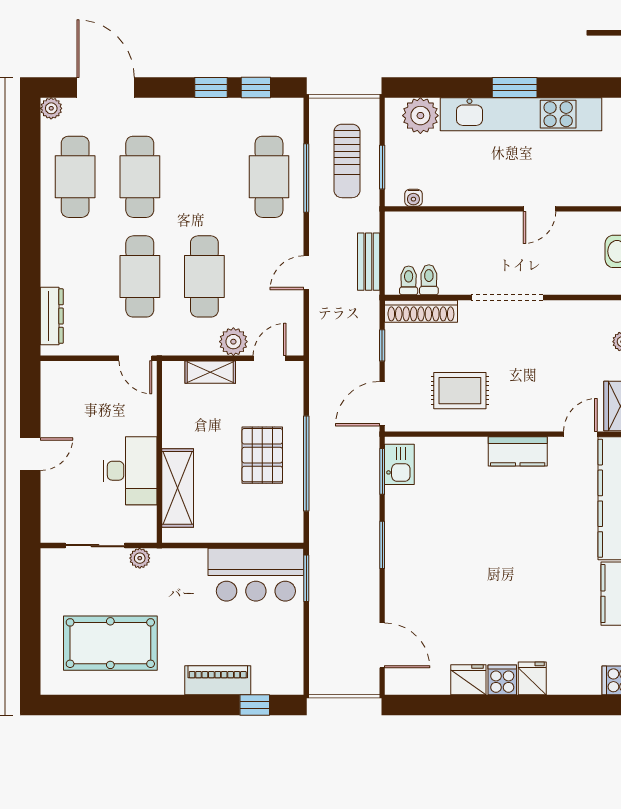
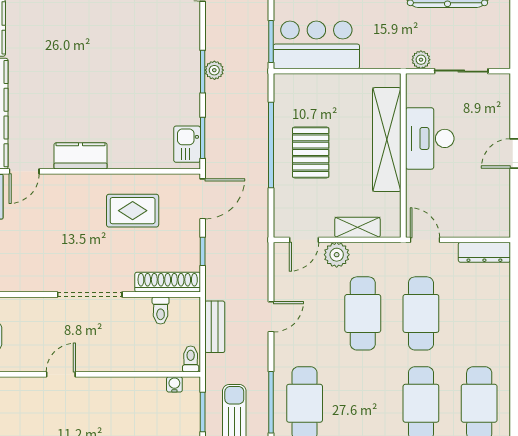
toilet: (409, 280) -> (191, 359), moved, turned 180
dresser: (52, 316) -> (484, 252), moved, turned -90
shelving: (178, 488) -> (387, 140), width x1.47
plant: (369, 547) -> (214, 70), added

